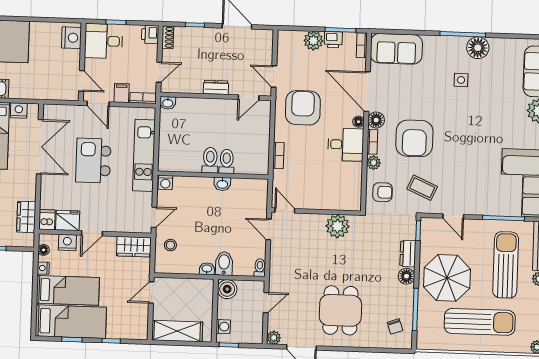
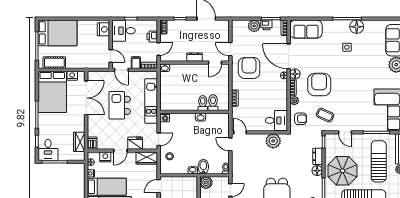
printer: (150, 34) -> (152, 37), moved
armchair: (414, 138) -> (319, 85), turned 180
desk: (346, 145) -> (276, 120), moved
toilet: (210, 160) -> (213, 103), moved
fridge: (68, 220) -> (135, 143), moved

